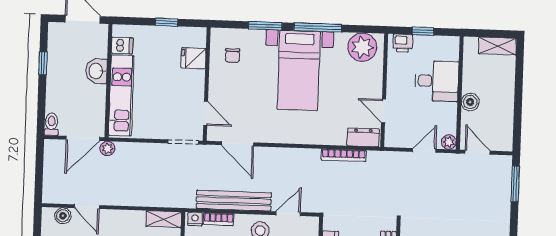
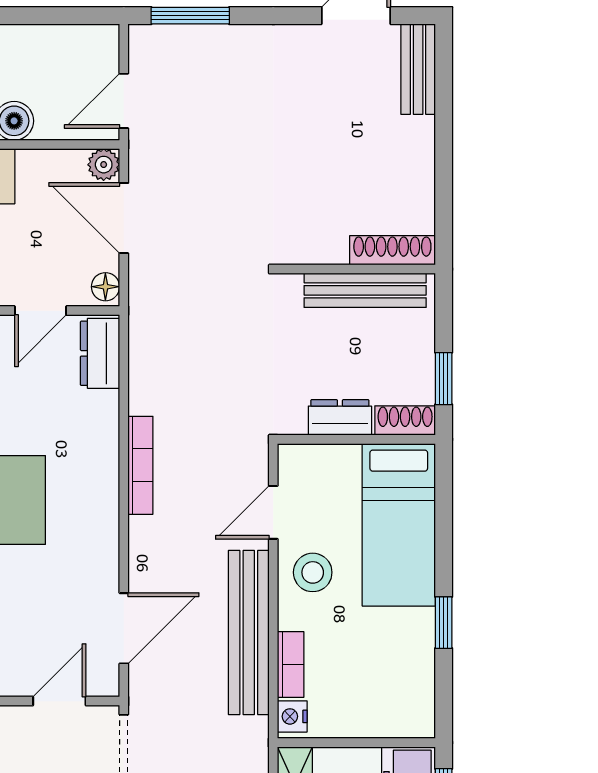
floor lamp: (393, 141) -> (105, 287), added
door: (424, 150) -> (124, 218), width x1.38
bookcase: (344, 155) -> (140, 465), moved
door: (288, 214) -> (273, 512), hinge flipped

